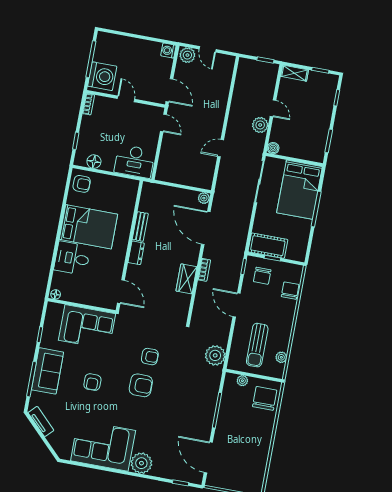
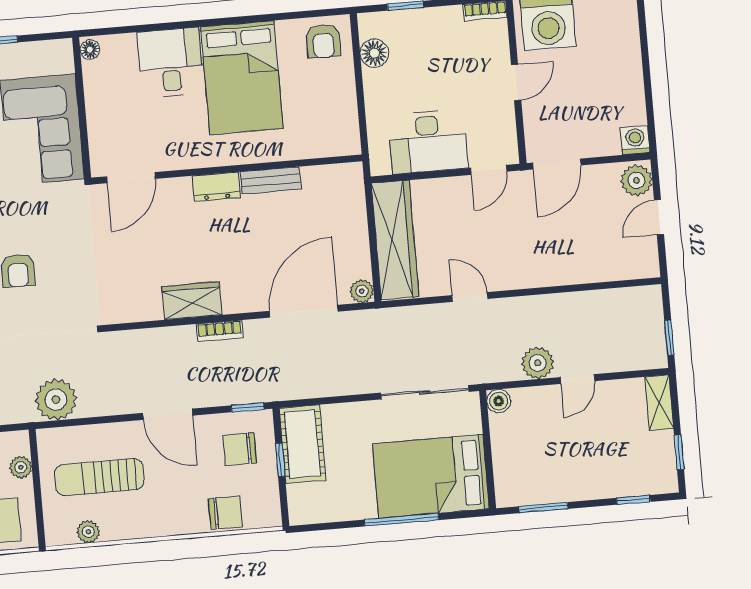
desk: (135, 161) -> (428, 142), moved, turned -90
wardrobe: (184, 176) -> (395, 240), added
door: (237, 305) -> (168, 414), swing flipped

